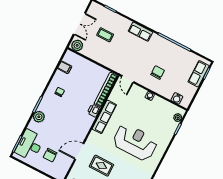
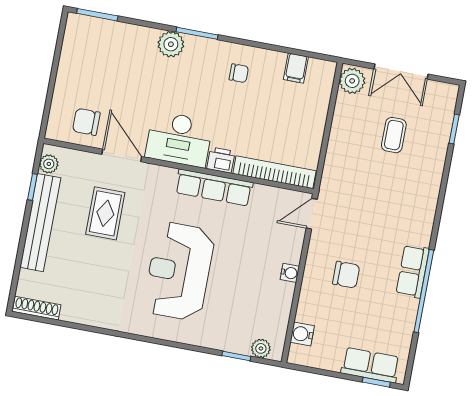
row of seats: (141, 32) -> (413, 271), moved
reception desk: (135, 142) -> (179, 271), turned 180
desk: (30, 145) -> (179, 139), moved, turned 180
chair: (50, 155) -> (86, 122), moved

